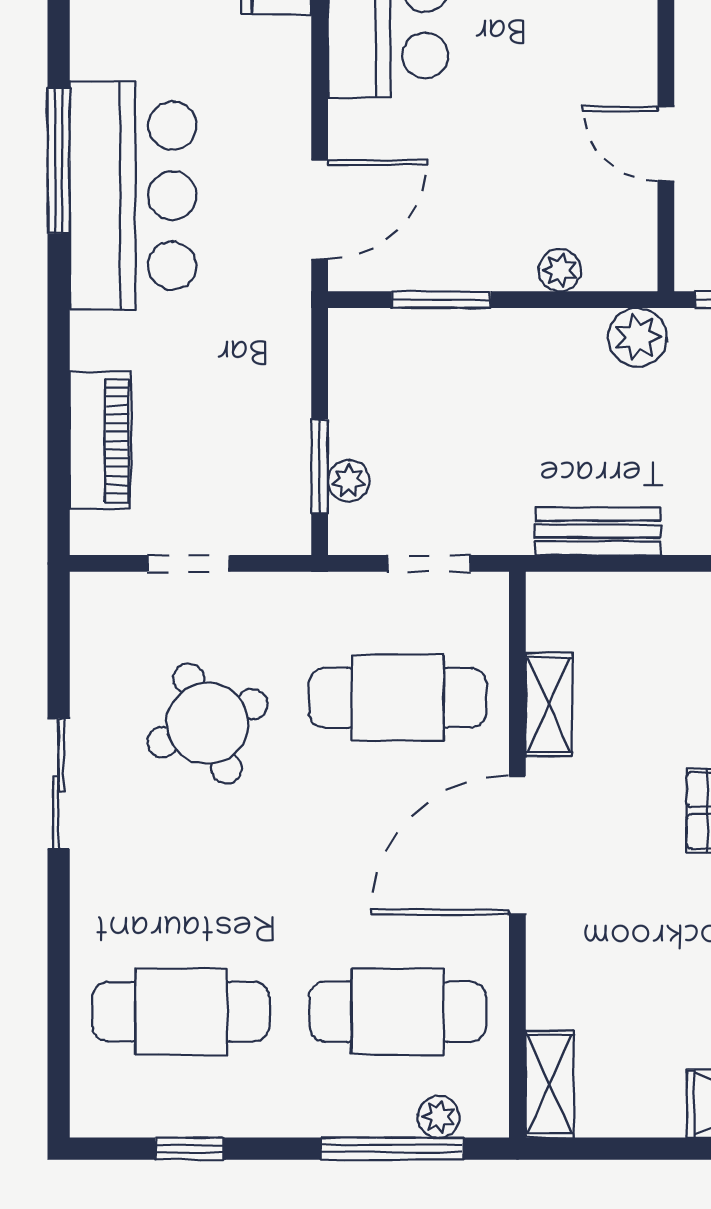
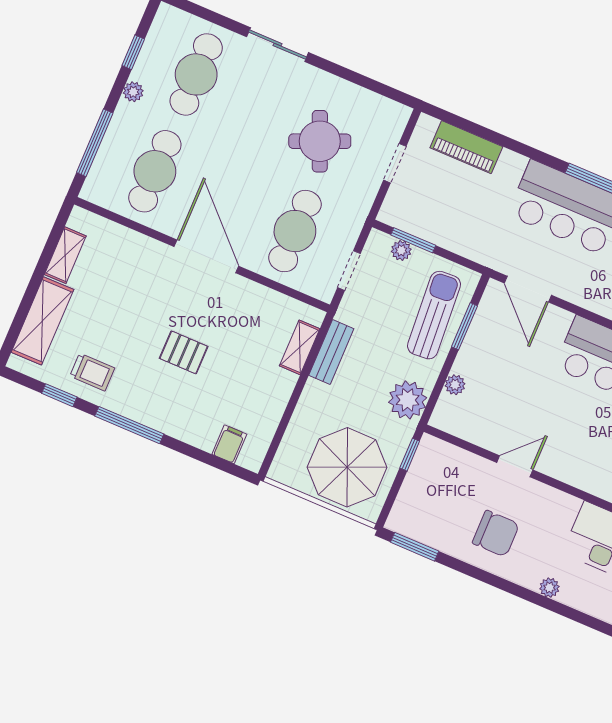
door: (666, 144) -> (515, 466), moved
plant: (637, 337) -> (408, 400), width x1.36, depth x1.36
sun lounger: (445, 366) -> (434, 315), added
shelving: (549, 705) -> (300, 347), moved, turned 90
sliding door: (59, 784) -> (278, 45), moved
shelving: (550, 1084) -> (65, 255), moved, turned 90
plant: (439, 1117) -> (133, 92), moved

